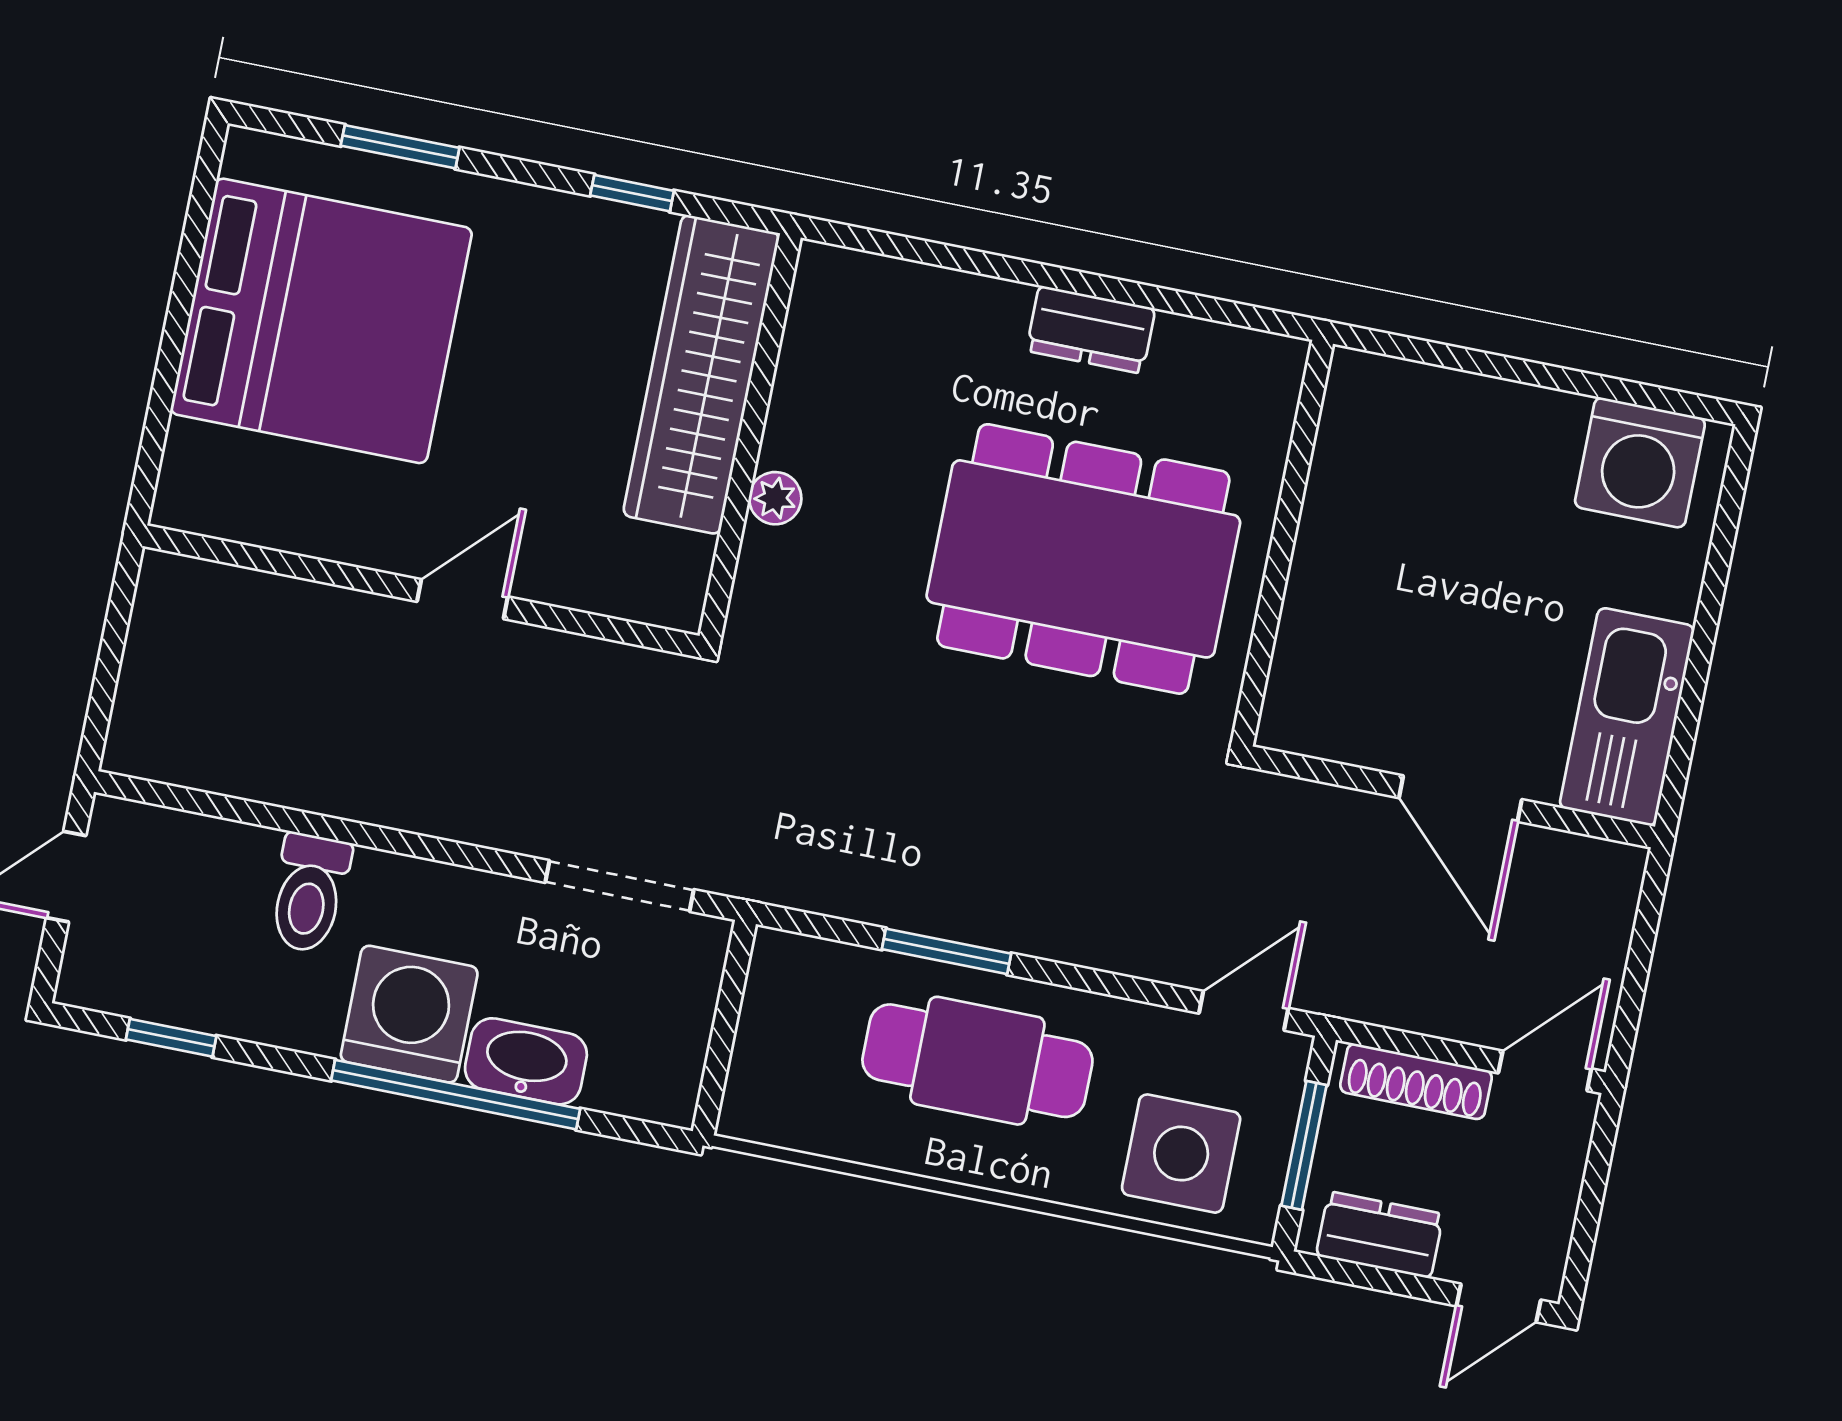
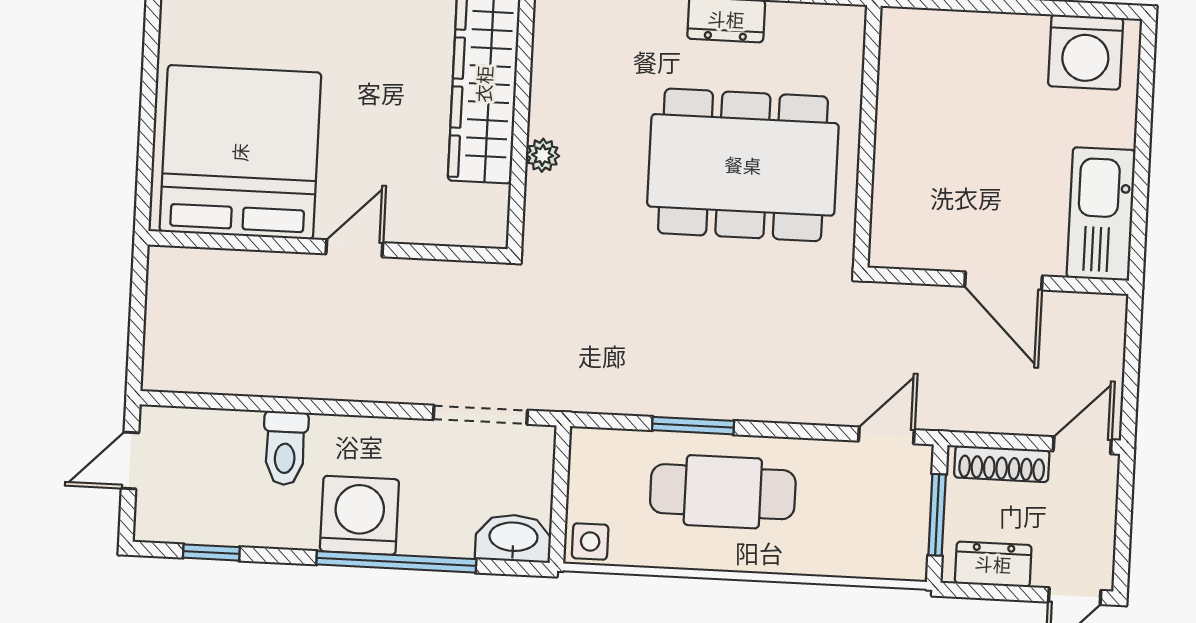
bed: (321, 321) -> (240, 152), moved, turned -90
washbasin: (526, 1061) -> (513, 538), moved
side table: (1181, 1154) -> (590, 541), moved, width x0.54, depth x0.54

